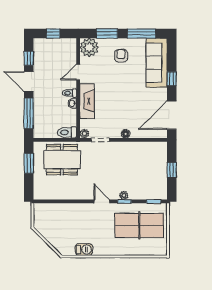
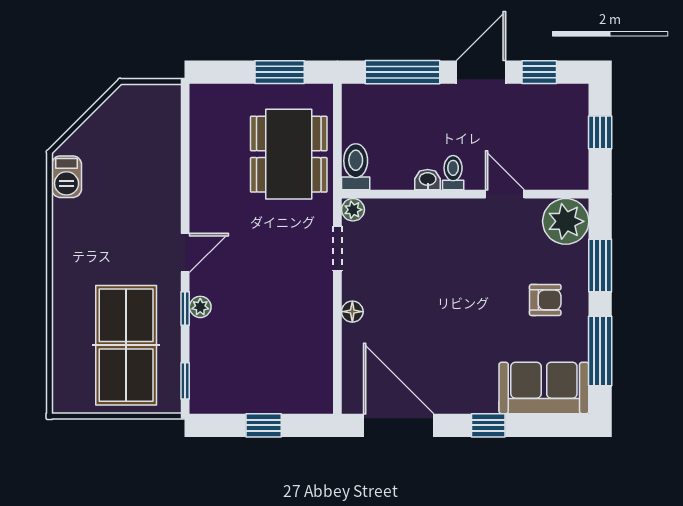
sofa: (157, 63) -> (544, 388), width x0.73
fireplace: (87, 101) -> (433, 216), removed
barbecue: (84, 250) -> (67, 177), moved

